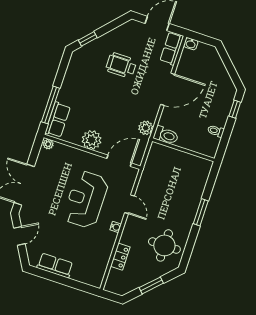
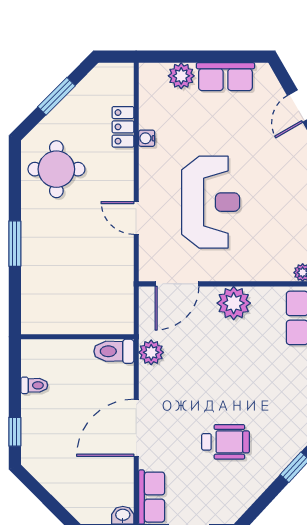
water cooler: (116, 227) -> (147, 138), moved
plant: (79, 274) -> (181, 76), added

